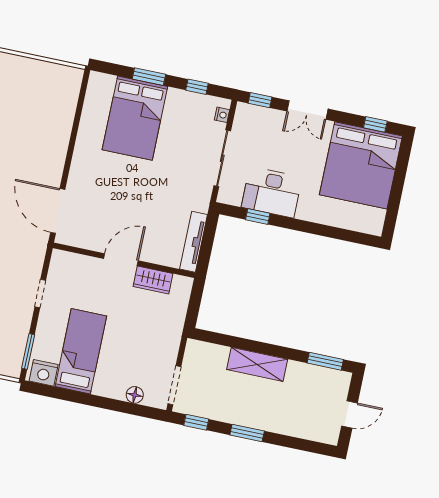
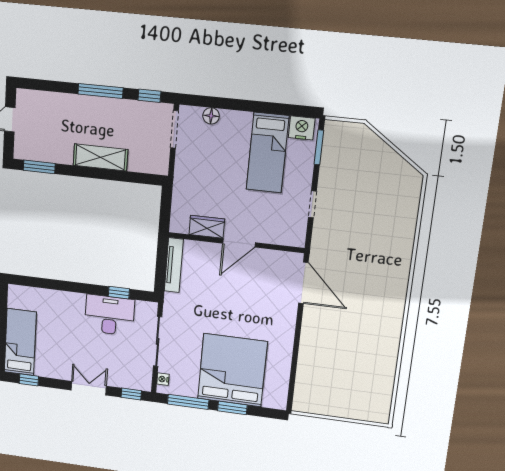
window: (197, 87) -> (188, 402), width x2.17
bed: (135, 118) -> (232, 370), width x1.36
bed: (361, 165) -> (20, 342), width x0.49
window: (247, 433) -> (100, 91), width x1.44

